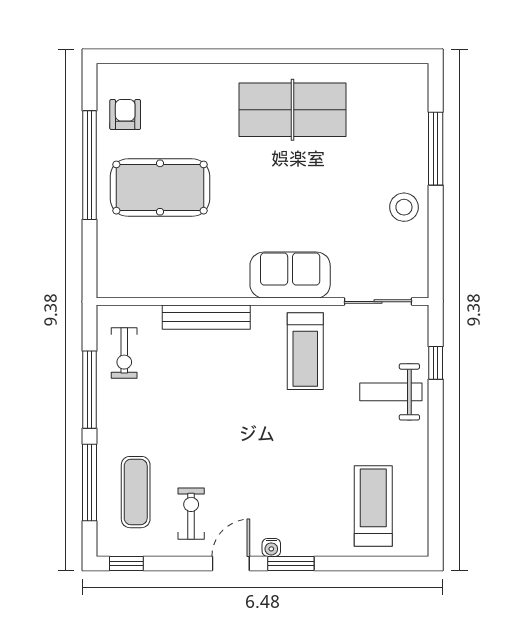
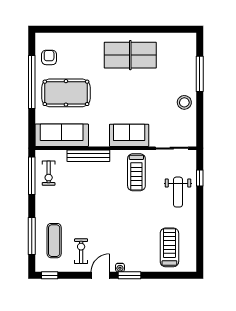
sofa: (151, 275) -> (62, 135), added
window: (89, 390) -> (32, 176), moved
weight bench: (391, 392) -> (178, 192), turned -90

